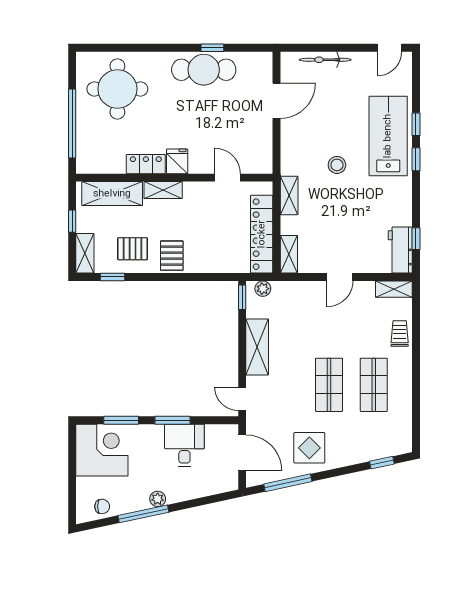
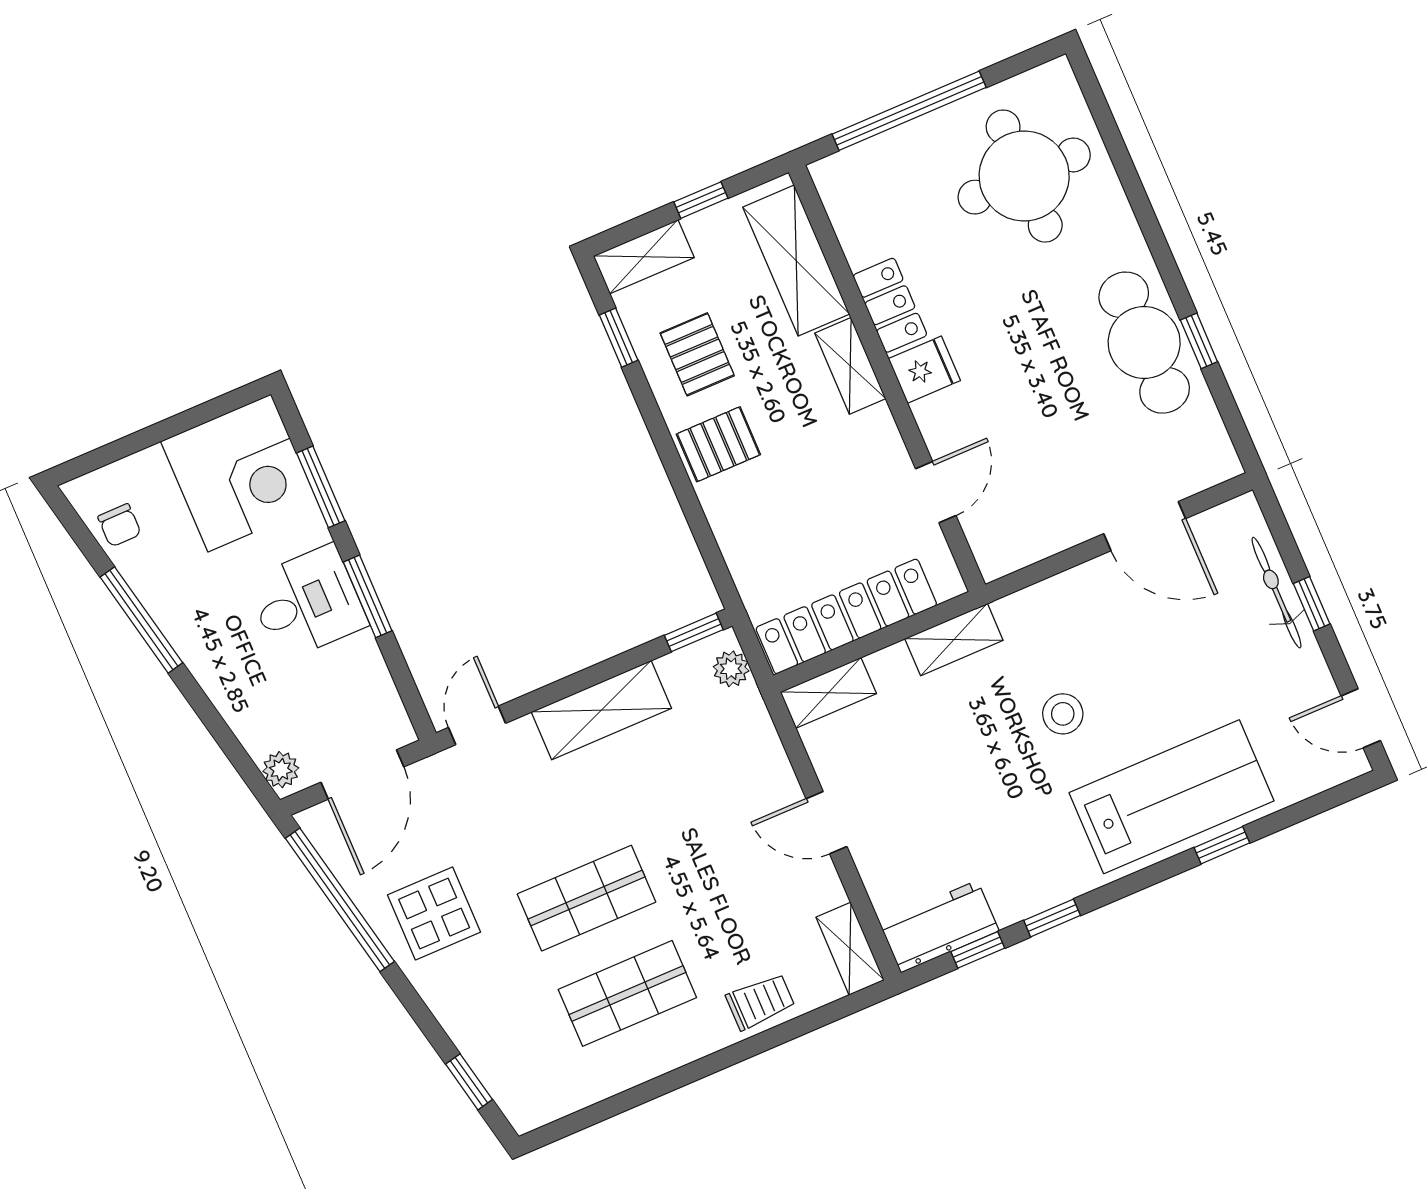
window: (336, 48) -> (1312, 604), added
window: (416, 159) -> (1052, 918), moved
desk: (184, 445) -> (307, 603), moved
window: (288, 483) -> (340, 900), width x1.46
plant: (158, 499) -> (281, 770), moved

